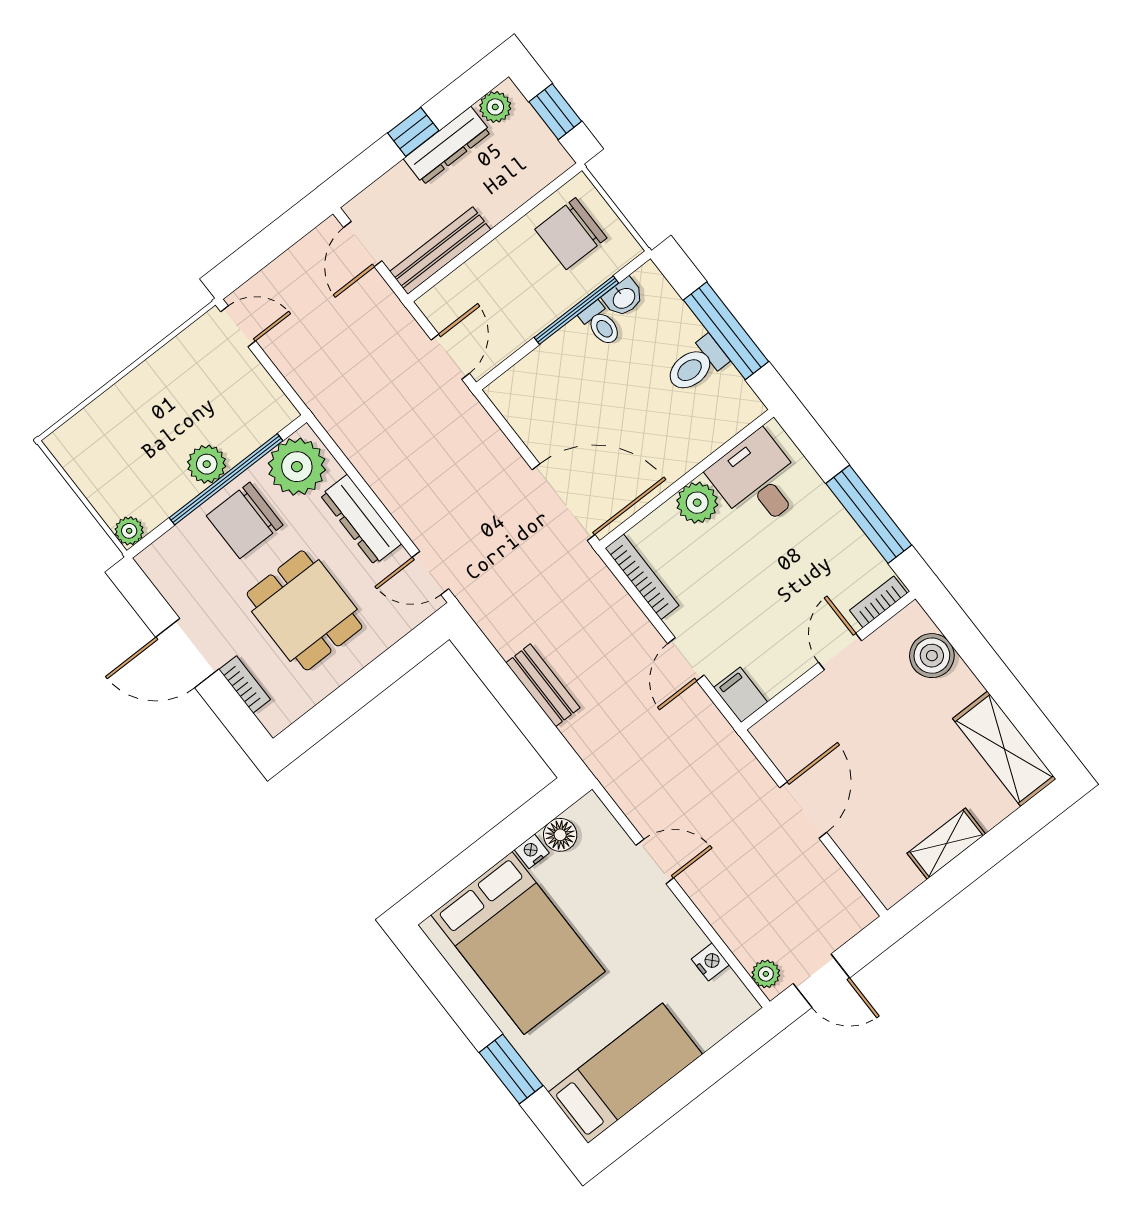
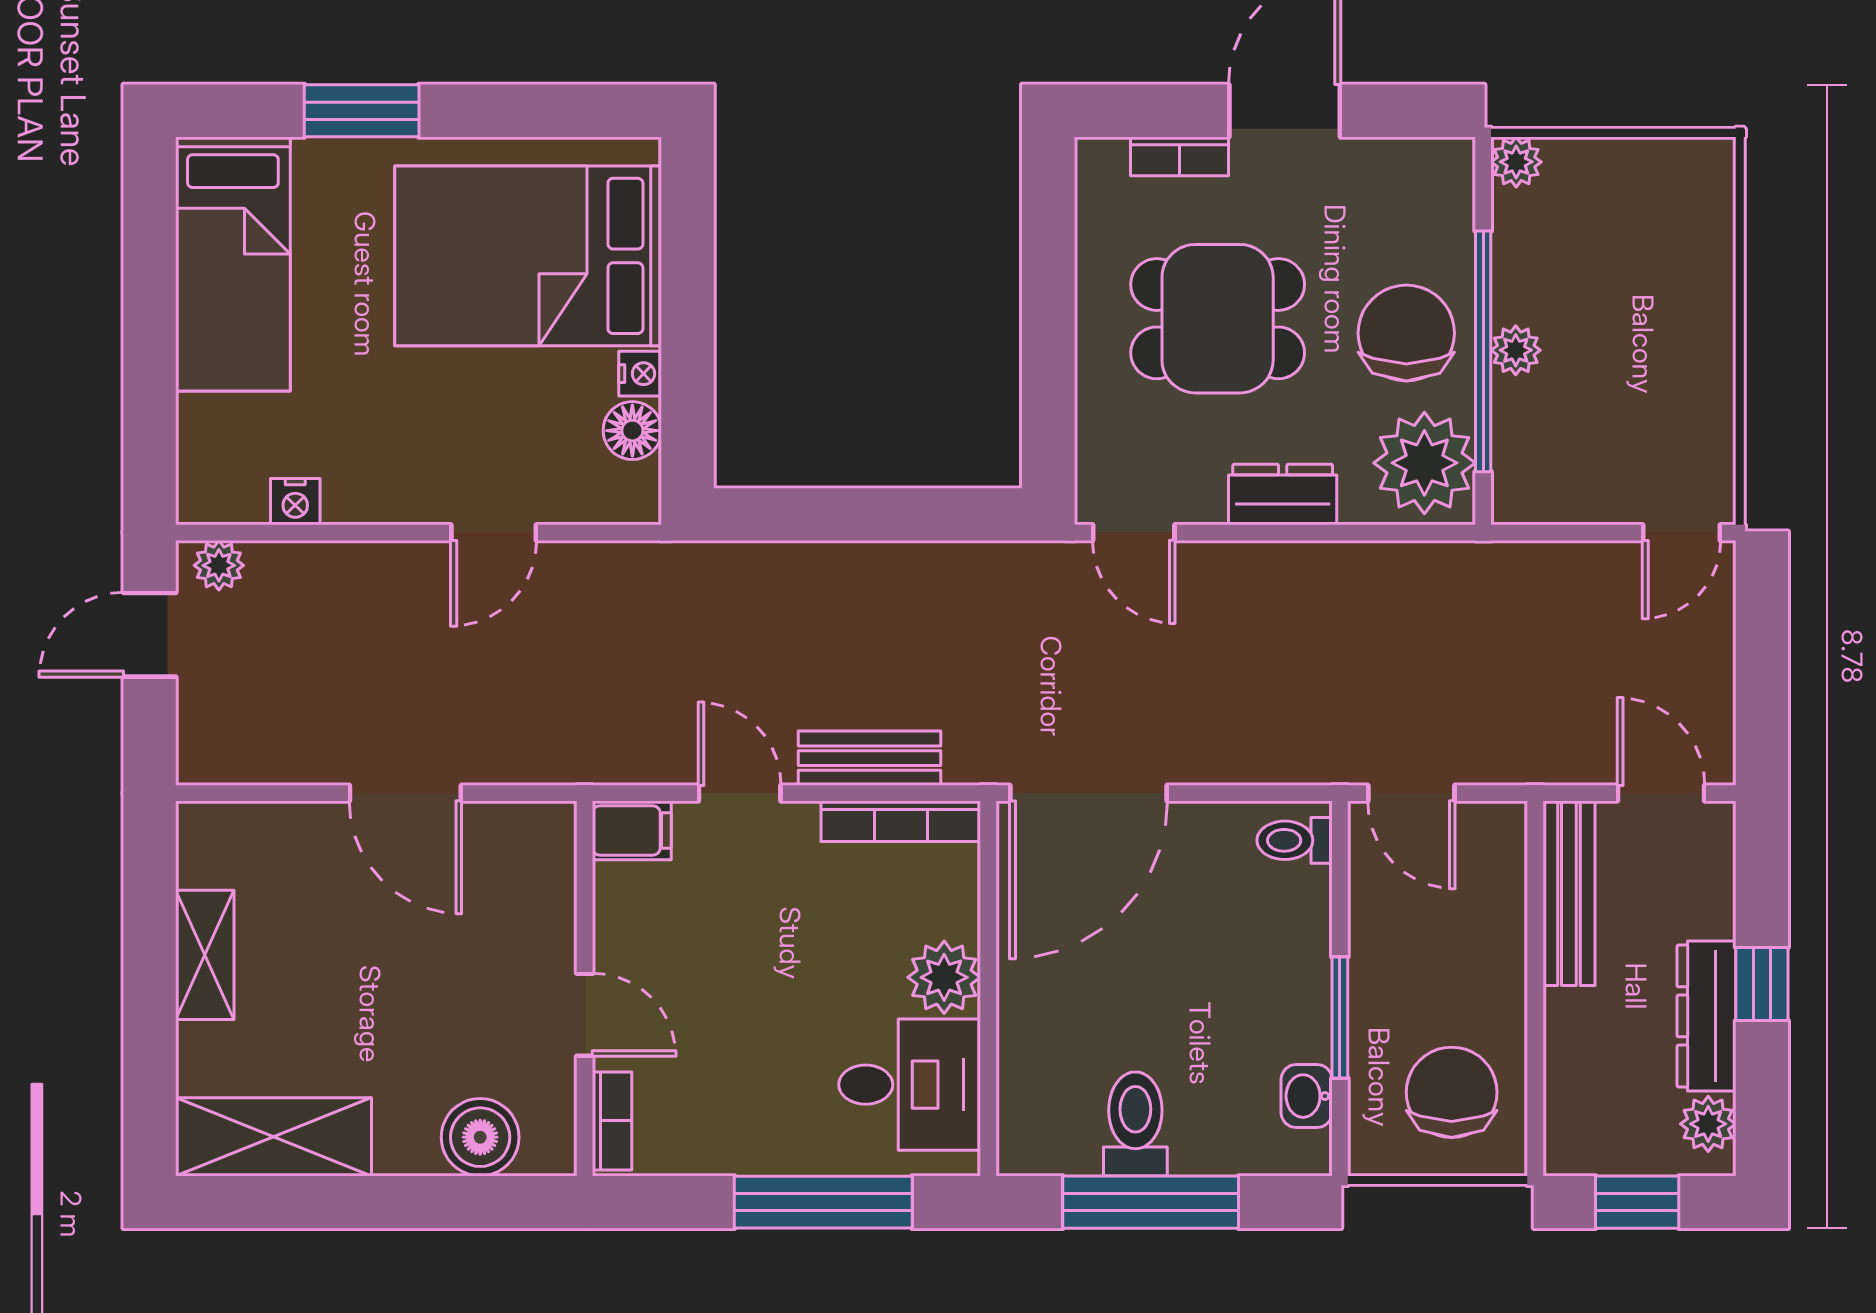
window: (576, 310) -> (1340, 1017), width x0.69
toilet: (601, 324) -> (1295, 840), moved
plant: (207, 464) -> (1516, 350), width x0.73, depth x0.73
window: (869, 514) -> (823, 1202), moved
dresser: (361, 519) -> (1283, 494), width x0.70
door: (430, 573) -> (1134, 533), swing flipped
bench: (543, 685) -> (869, 758), moved

